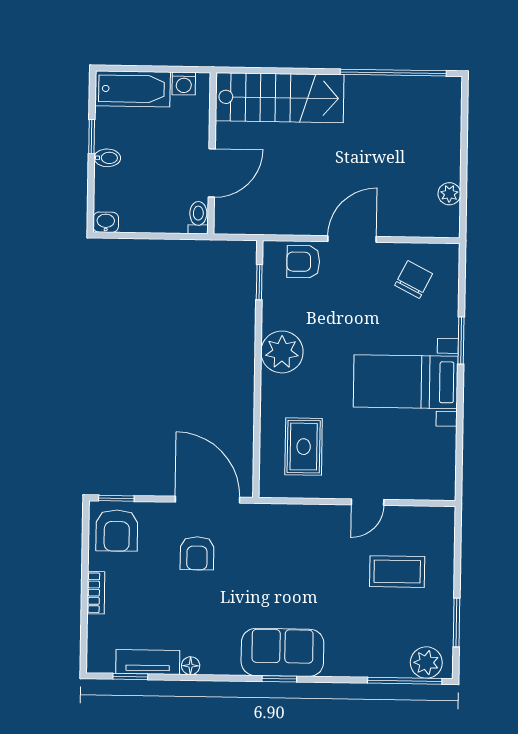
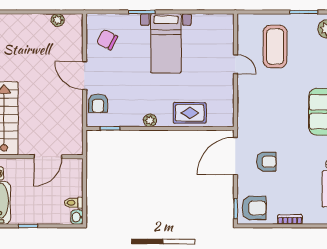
bidet: (107, 158) -> (40, 217), removed
door: (212, 173) -> (48, 157), swing flipped
toilet: (198, 218) -> (74, 203), moved
plant: (282, 352) -> (150, 120), width x0.53, depth x0.53
rug: (304, 447) -> (190, 113), moved
coffee table: (397, 572) -> (275, 47), width x1.36, depth x1.32

